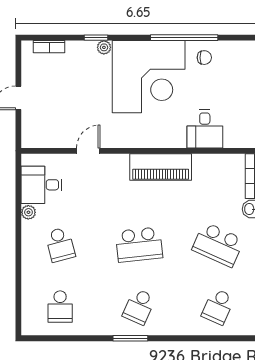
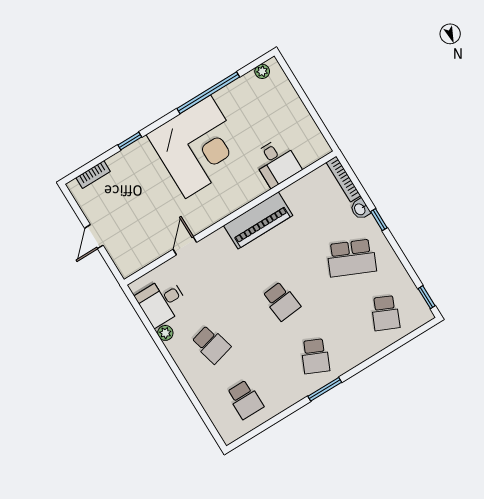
plant: (104, 47) -> (262, 71), moved
chair: (204, 58) -> (237, 99), removed
school desk: (139, 245) -> (281, 301), width x0.54

